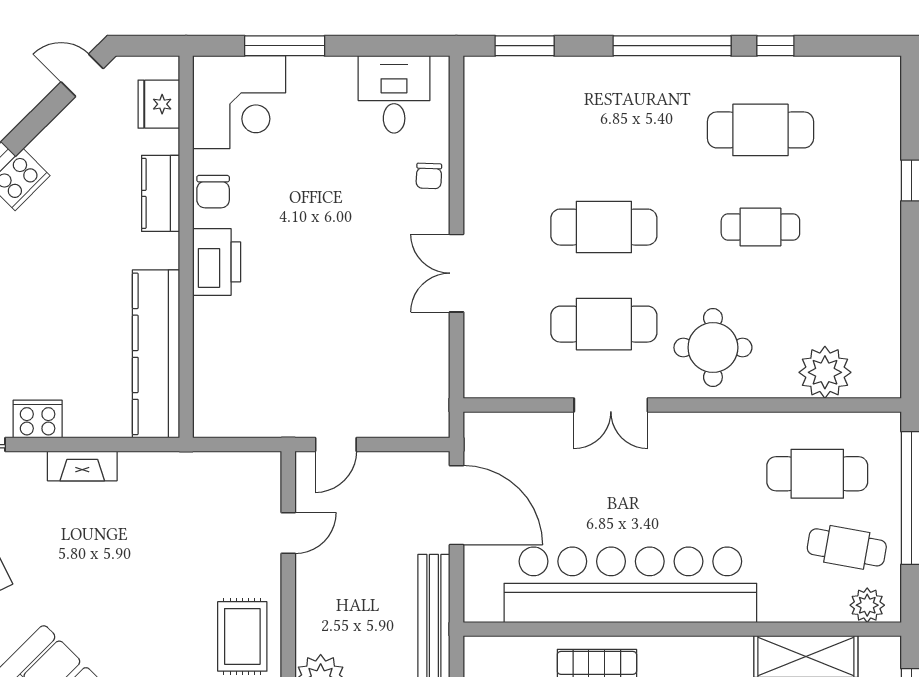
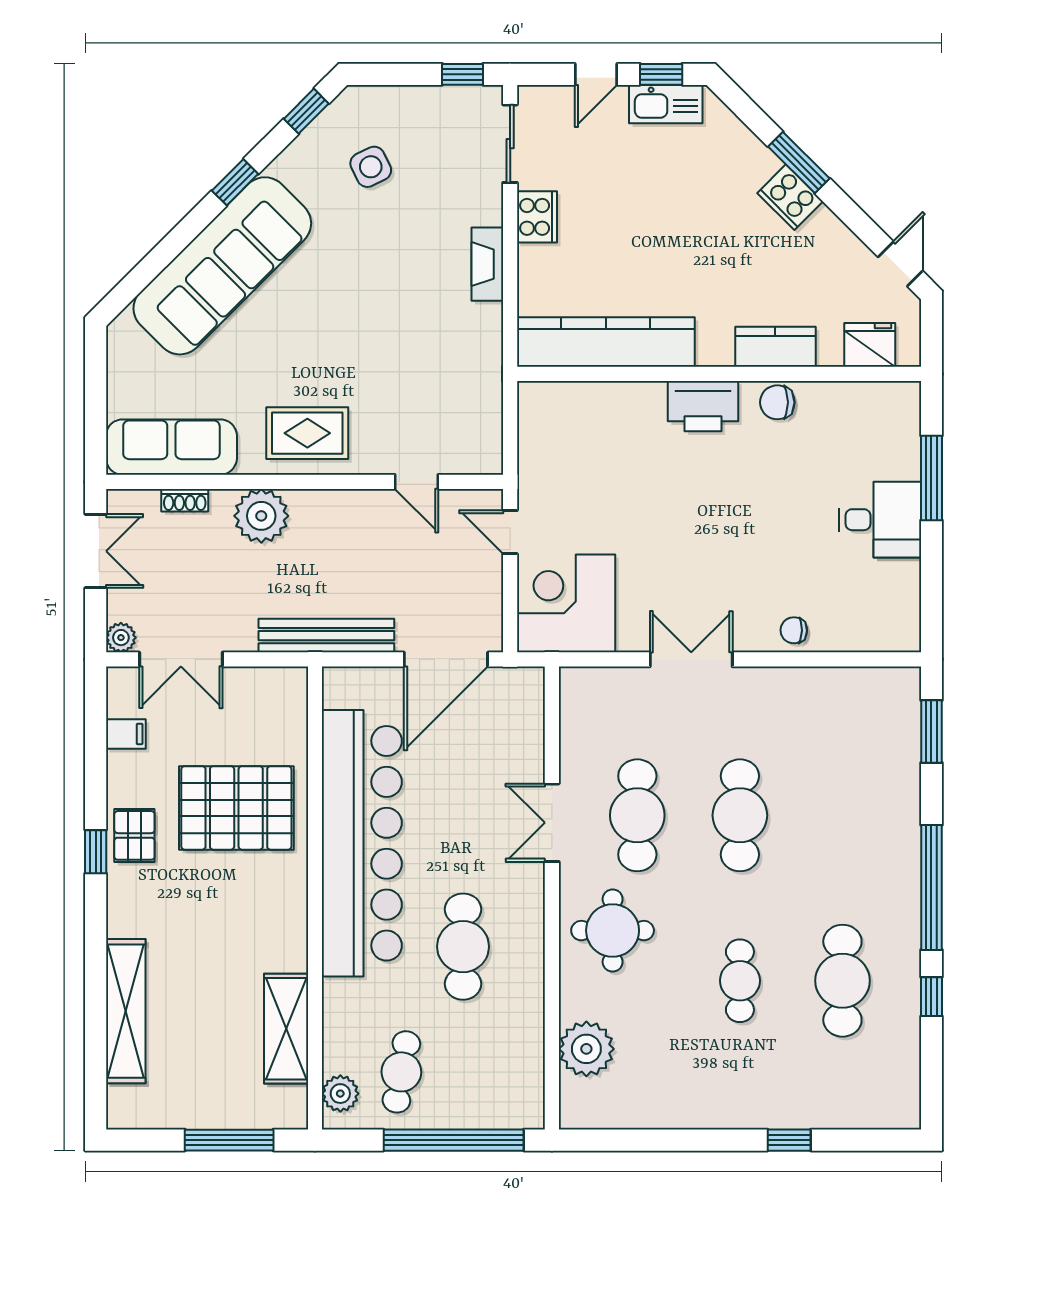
desk: (394, 94) -> (880, 520), moved
corner desk: (239, 102) -> (566, 603), moved, turned 90
cafe table: (817, 474) -> (463, 947), moved

